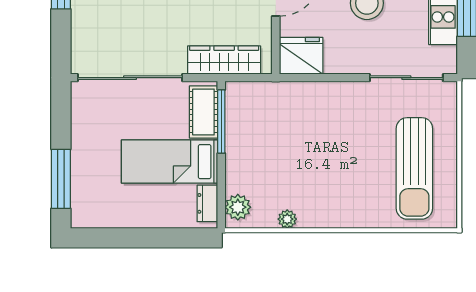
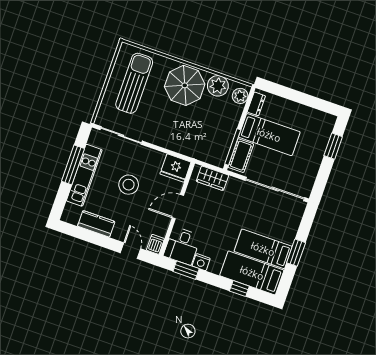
wardrobe: (224, 60) -> (212, 178), width x0.67
window: (61, 179) -> (333, 146), width x0.69
parasol: (332, 193) -> (185, 85), added
plant: (287, 219) -> (218, 86), width x1.87, depth x1.87

